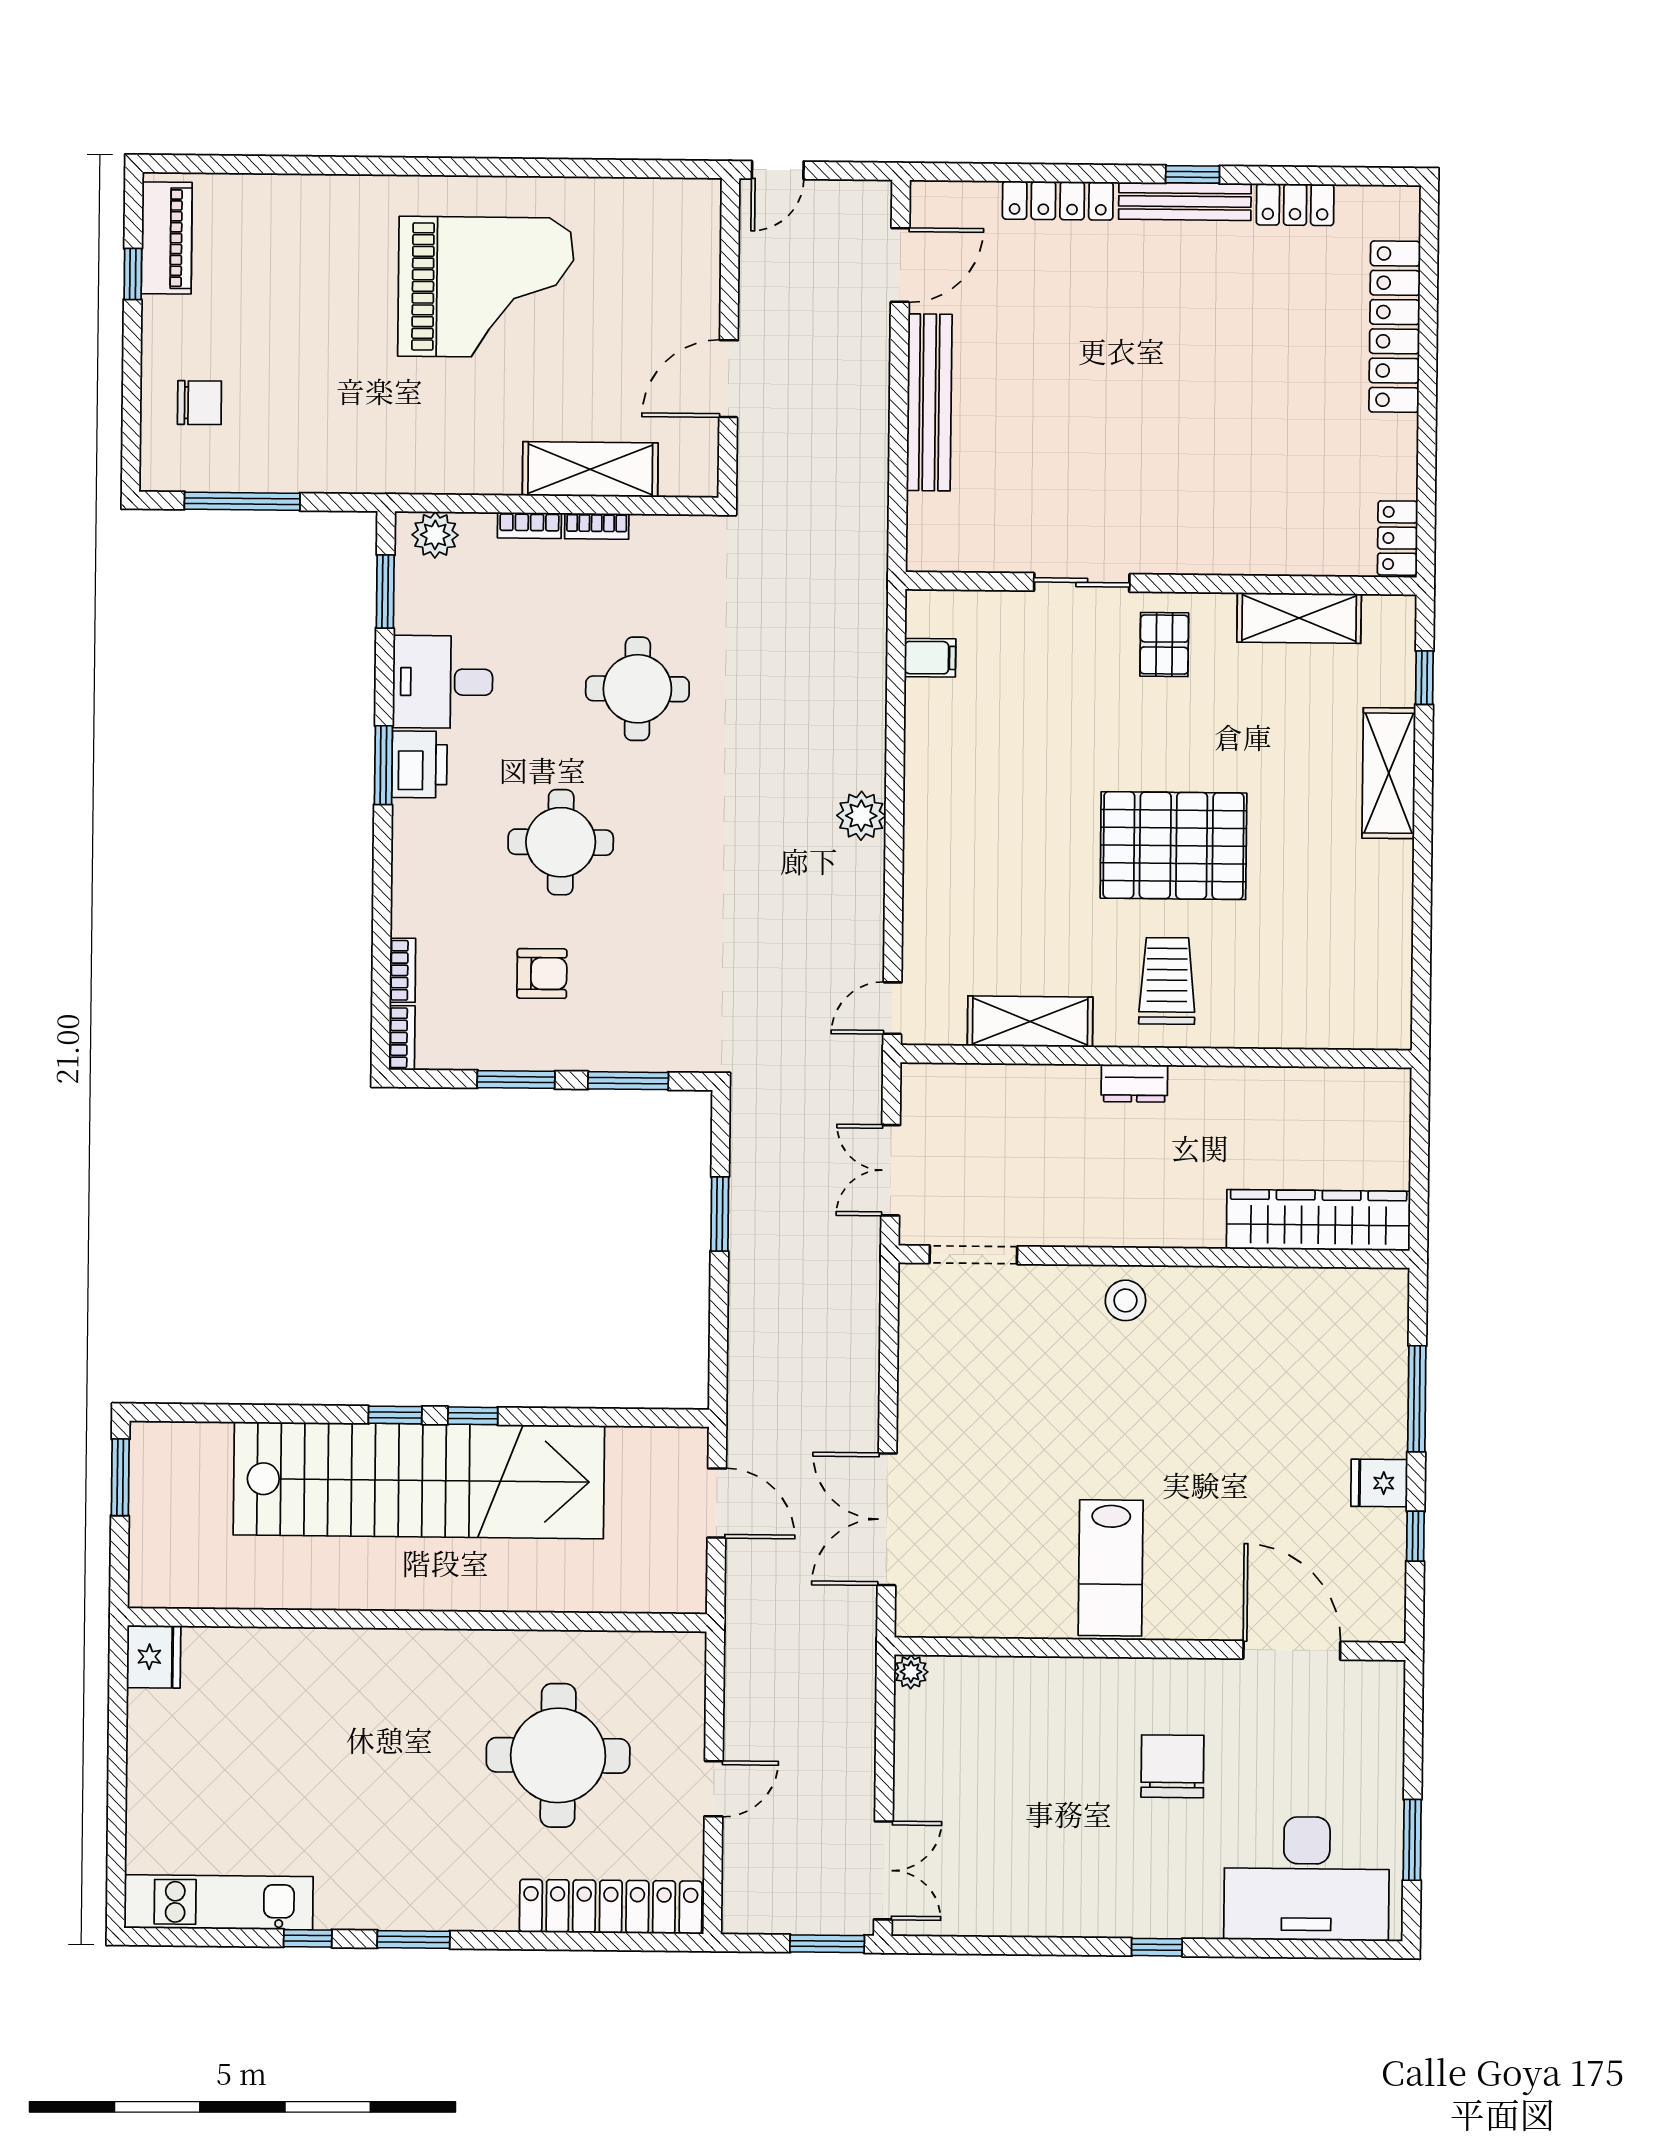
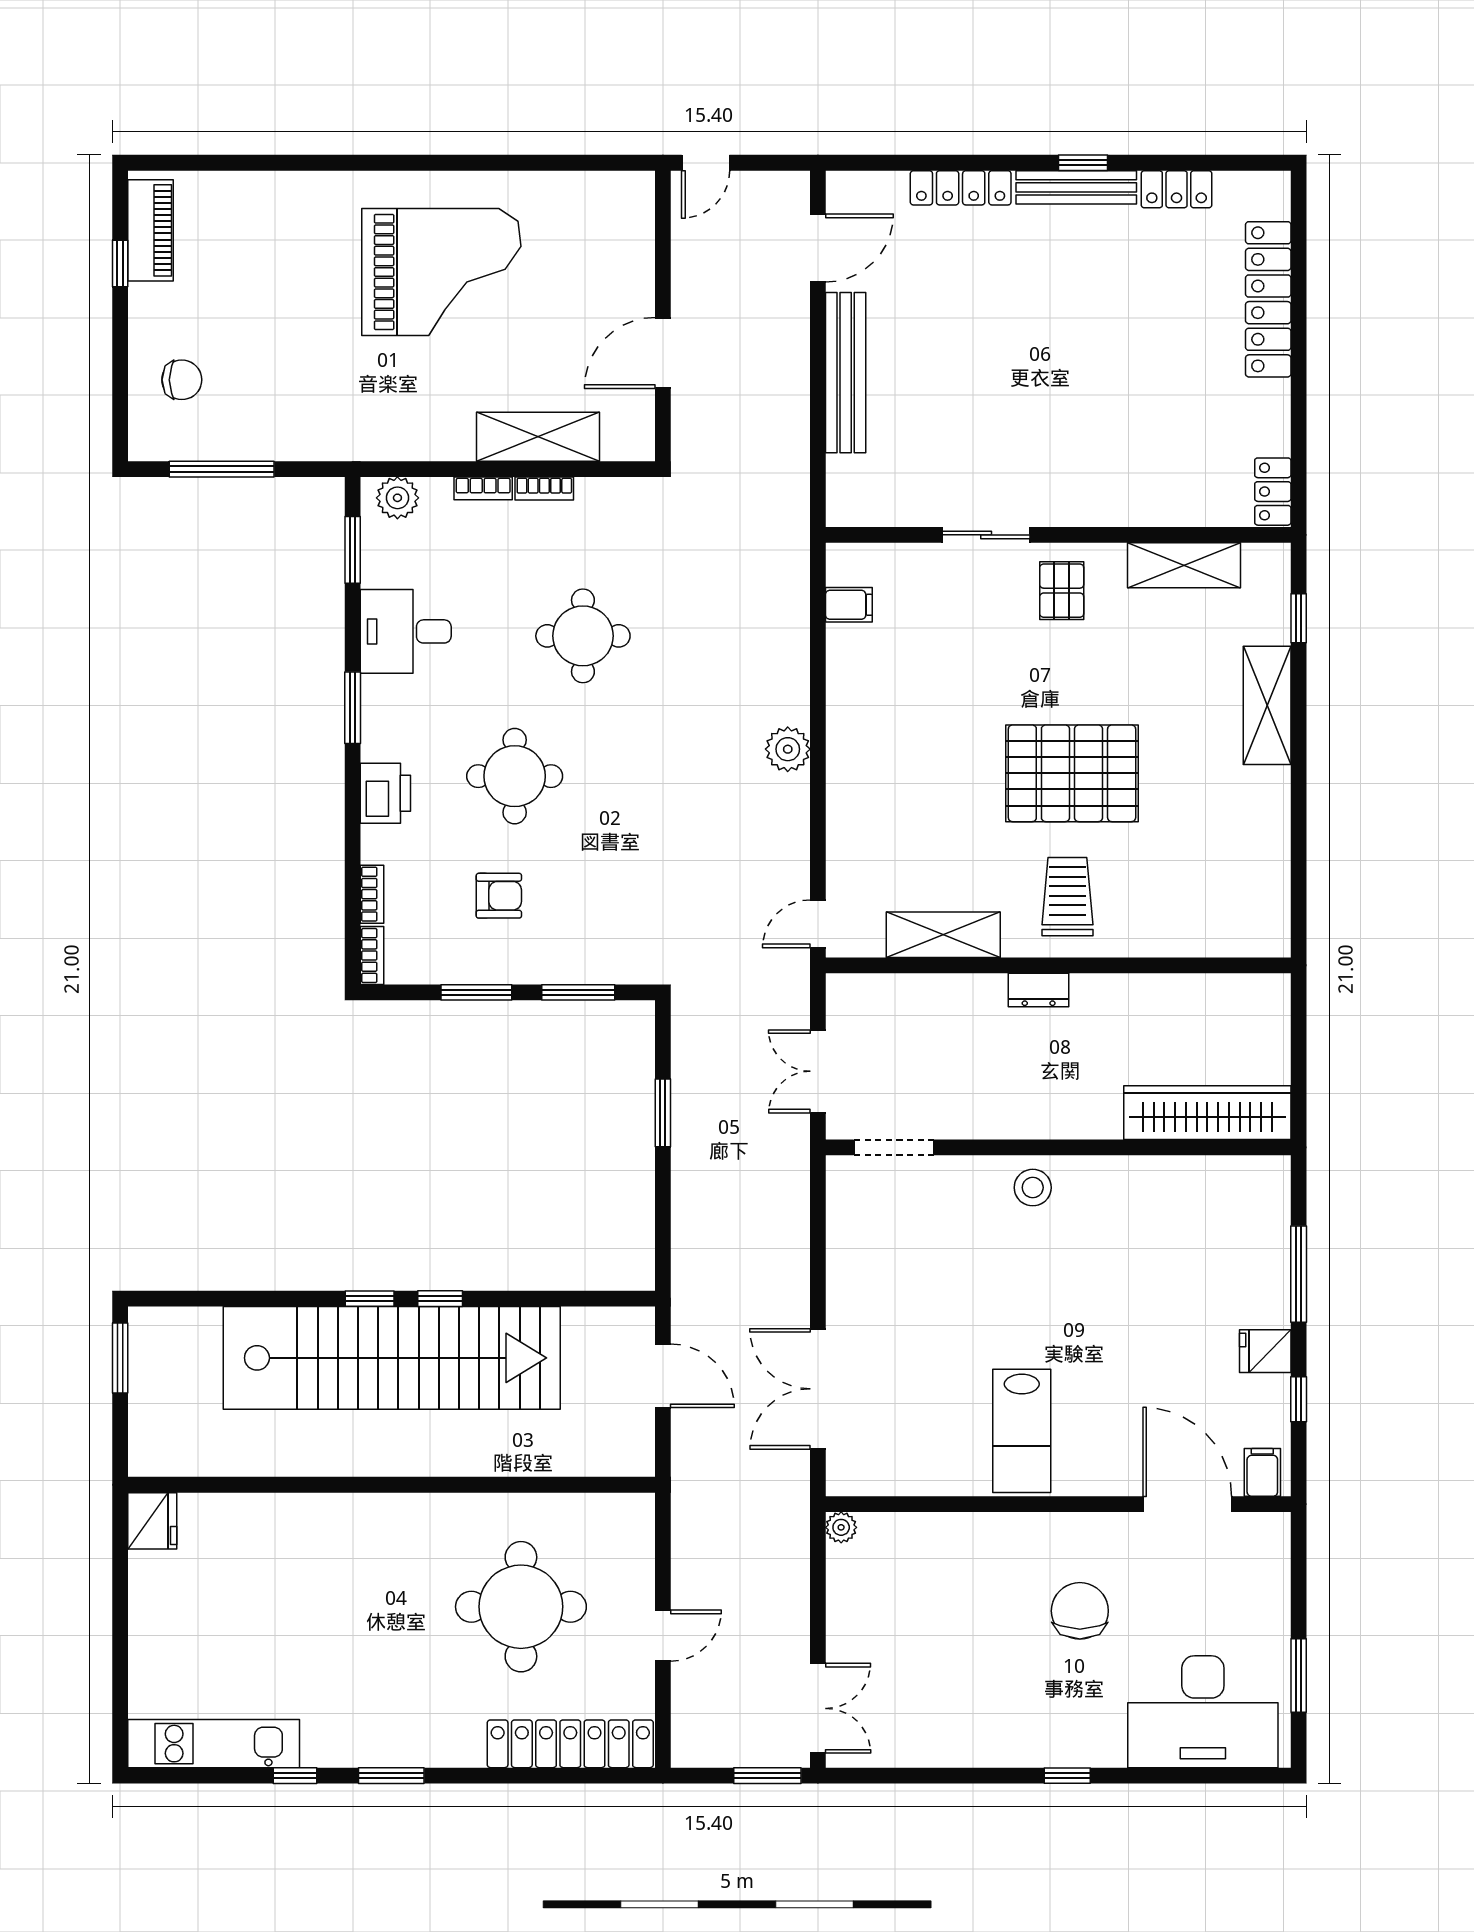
printer: (419, 764) -> (385, 793), moved
filing cabinet: (1375, 1616) -> (1262, 1472), added

